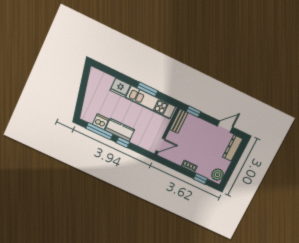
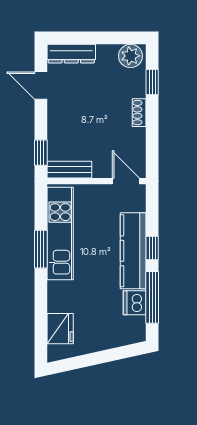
fridge: (120, 88) -> (60, 329), moved
kitchen counter: (120, 130) -> (133, 251), width x1.50

